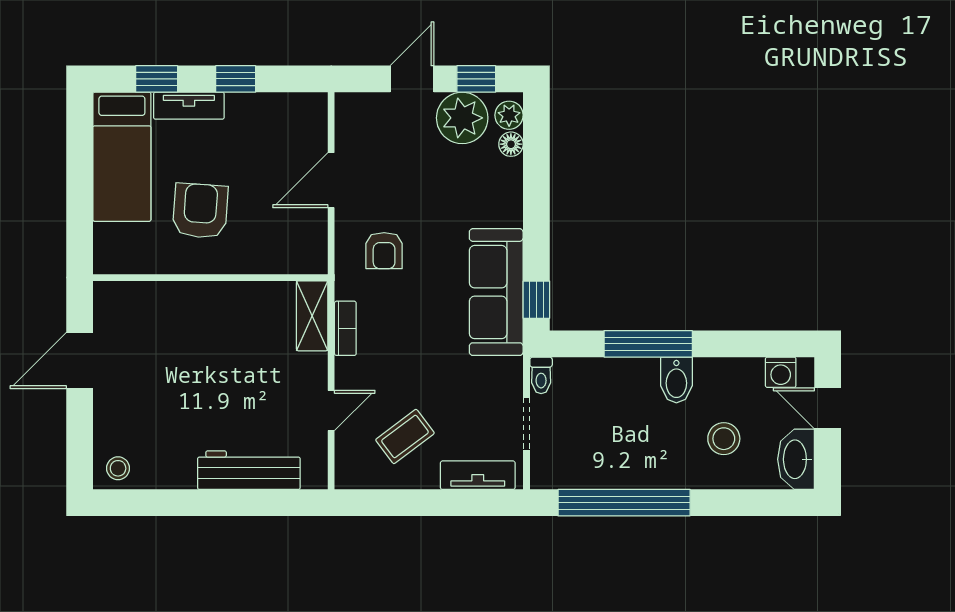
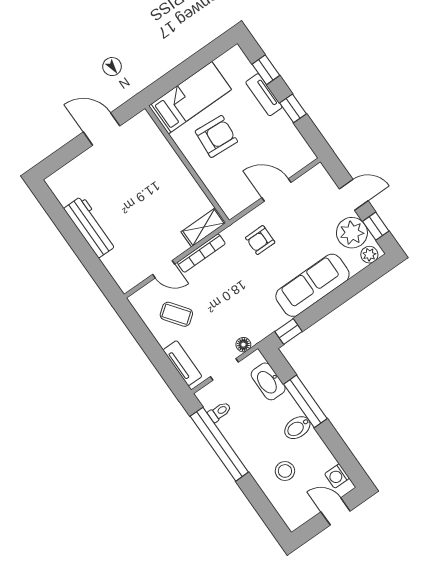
floor lamp: (511, 144) -> (243, 345), moved
bed: (122, 157) -> (190, 98), moved, turned 180
sofa: (496, 292) -> (312, 285), moved
bookcase: (345, 328) -> (201, 253), width x1.56
toilet: (541, 375) -> (220, 412), moved, turned 180
door: (828, 408) -> (336, 511), hinge flipped
washbasin: (796, 459) -> (268, 381), moved, turned -90
stool: (118, 468) -> (62, 185), removed
workbench: (249, 470) -> (90, 227), moved

